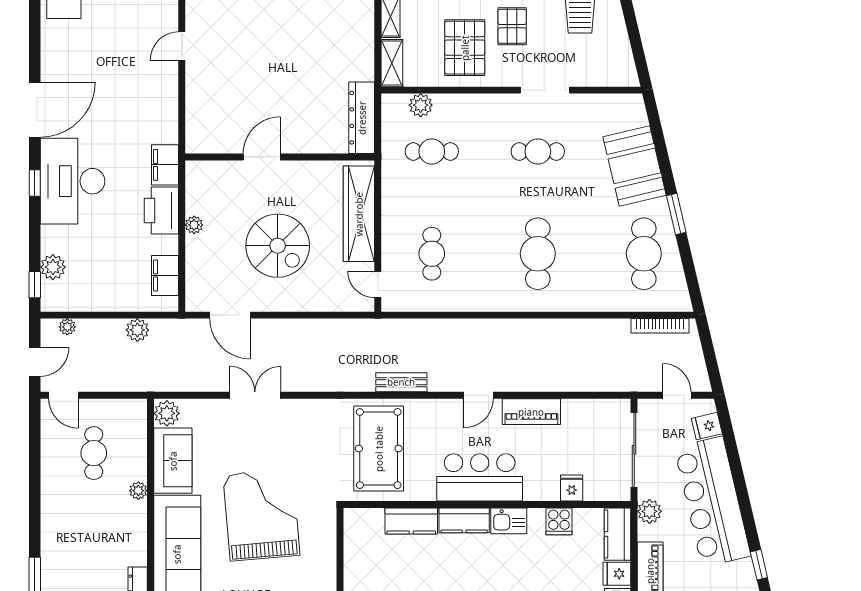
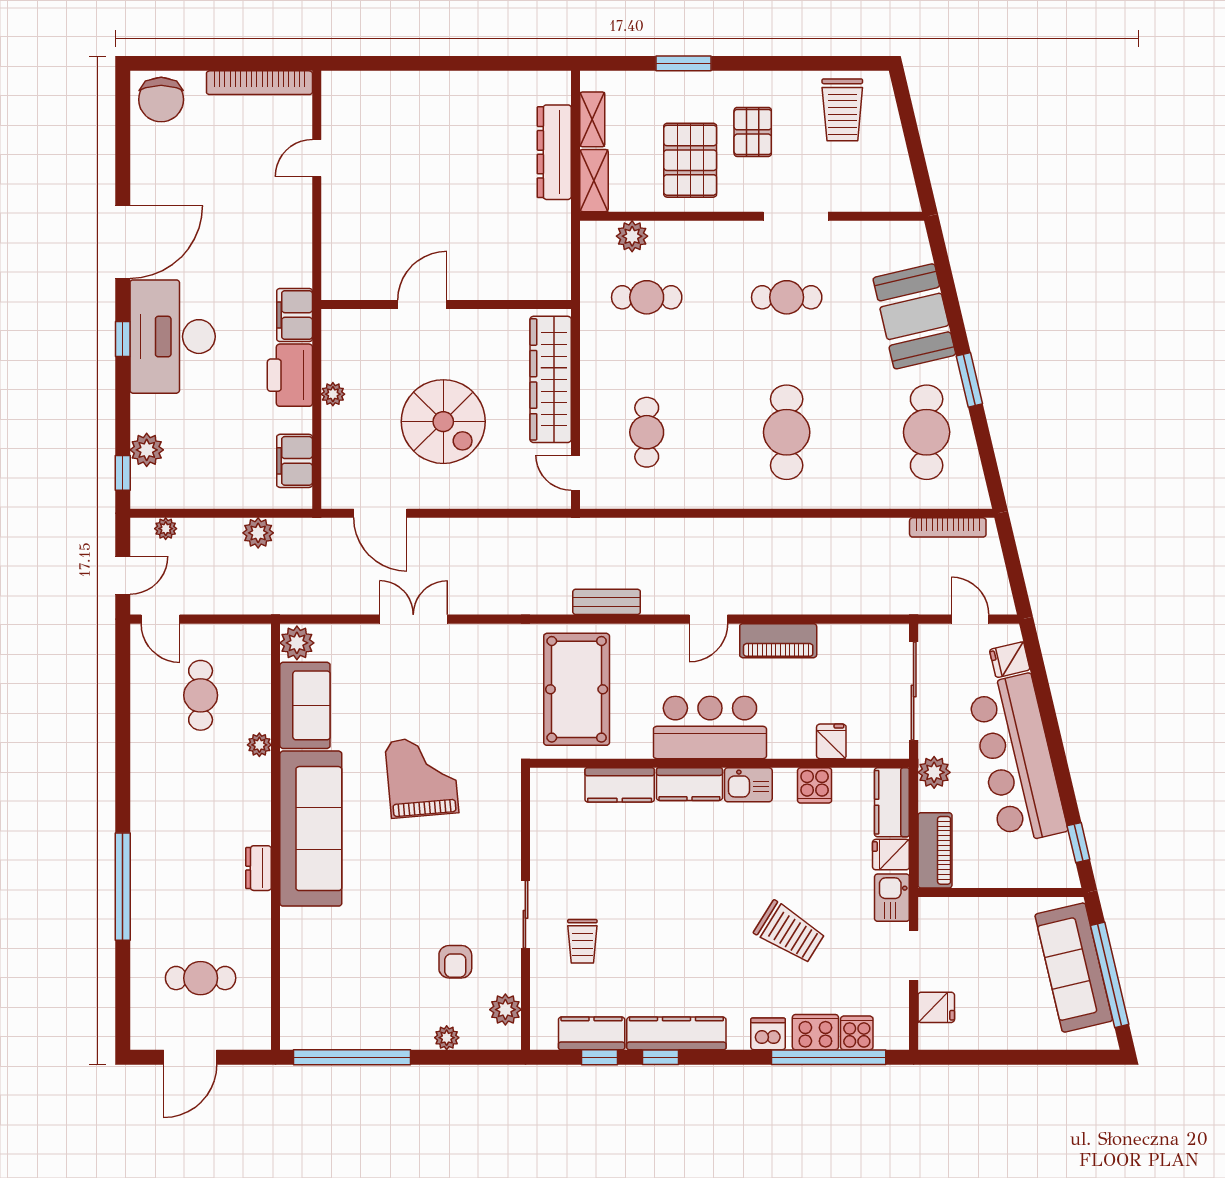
dresser: (362, 118) -> (554, 152), moved
grand piano: (261, 515) -> (422, 777), width x0.73, depth x0.68

